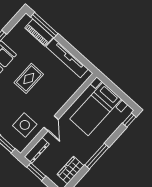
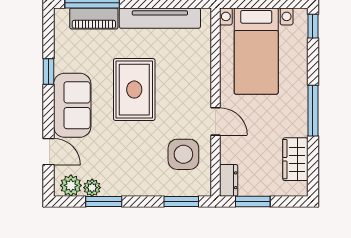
rug: (29, 78) -> (134, 90), width x1.36, depth x1.43
dresser: (37, 150) -> (229, 180), width x0.70

